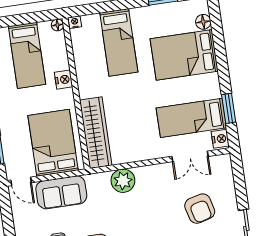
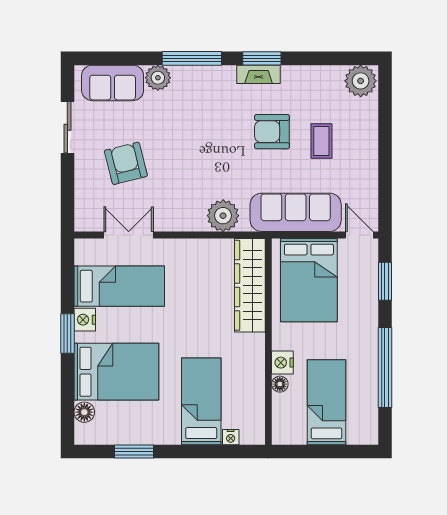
nightstand: (75, 22) -> (231, 437), moved
floor lamp: (57, 25) -> (280, 384), moved
window: (229, 108) -> (67, 333), moved
nightstand: (220, 139) -> (85, 320), moved
sofa: (61, 192) -> (296, 212), width x1.36

